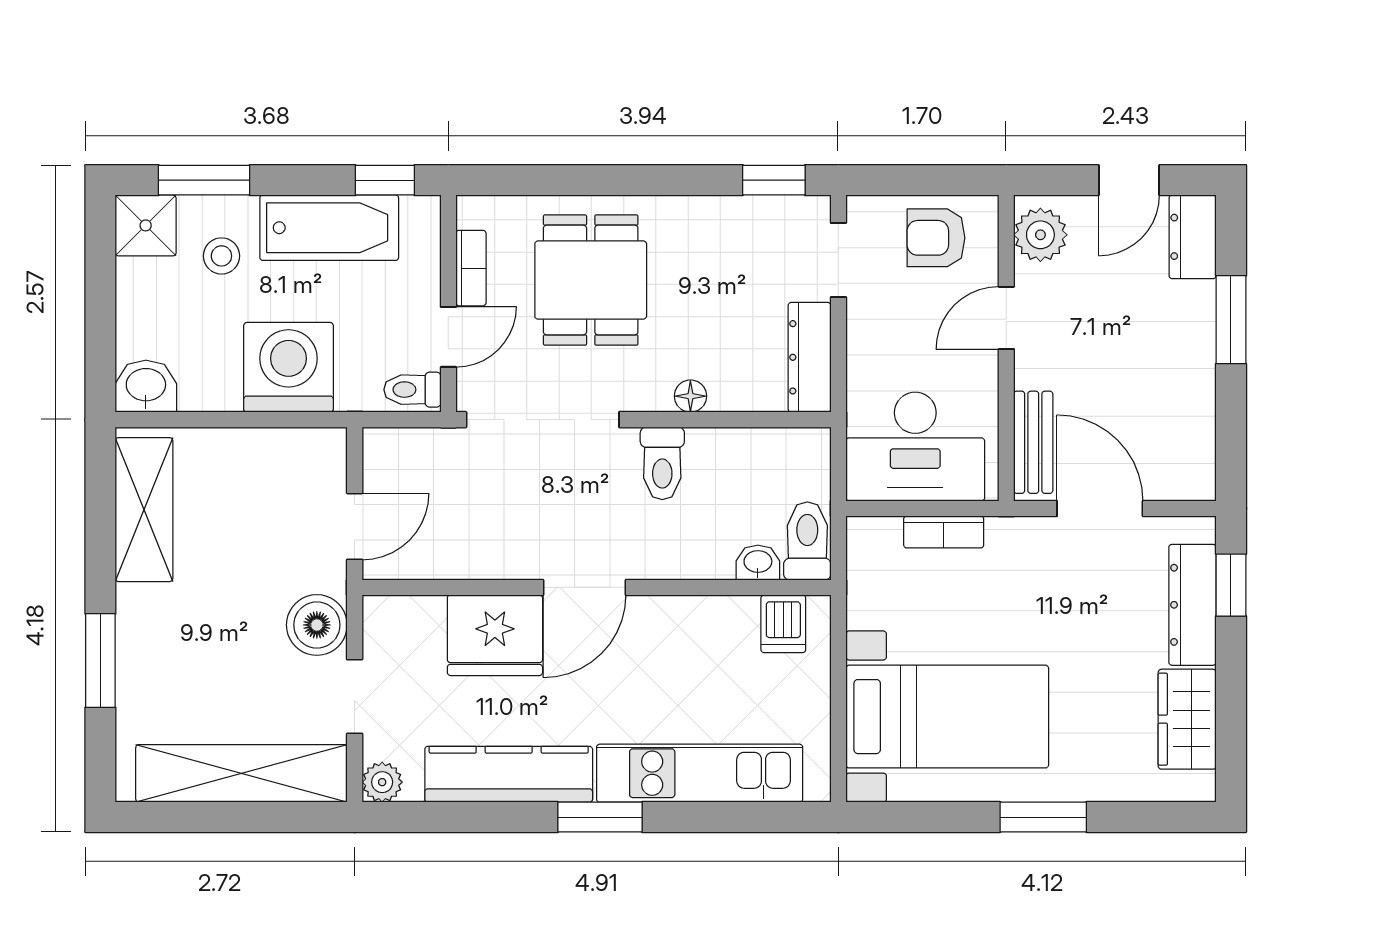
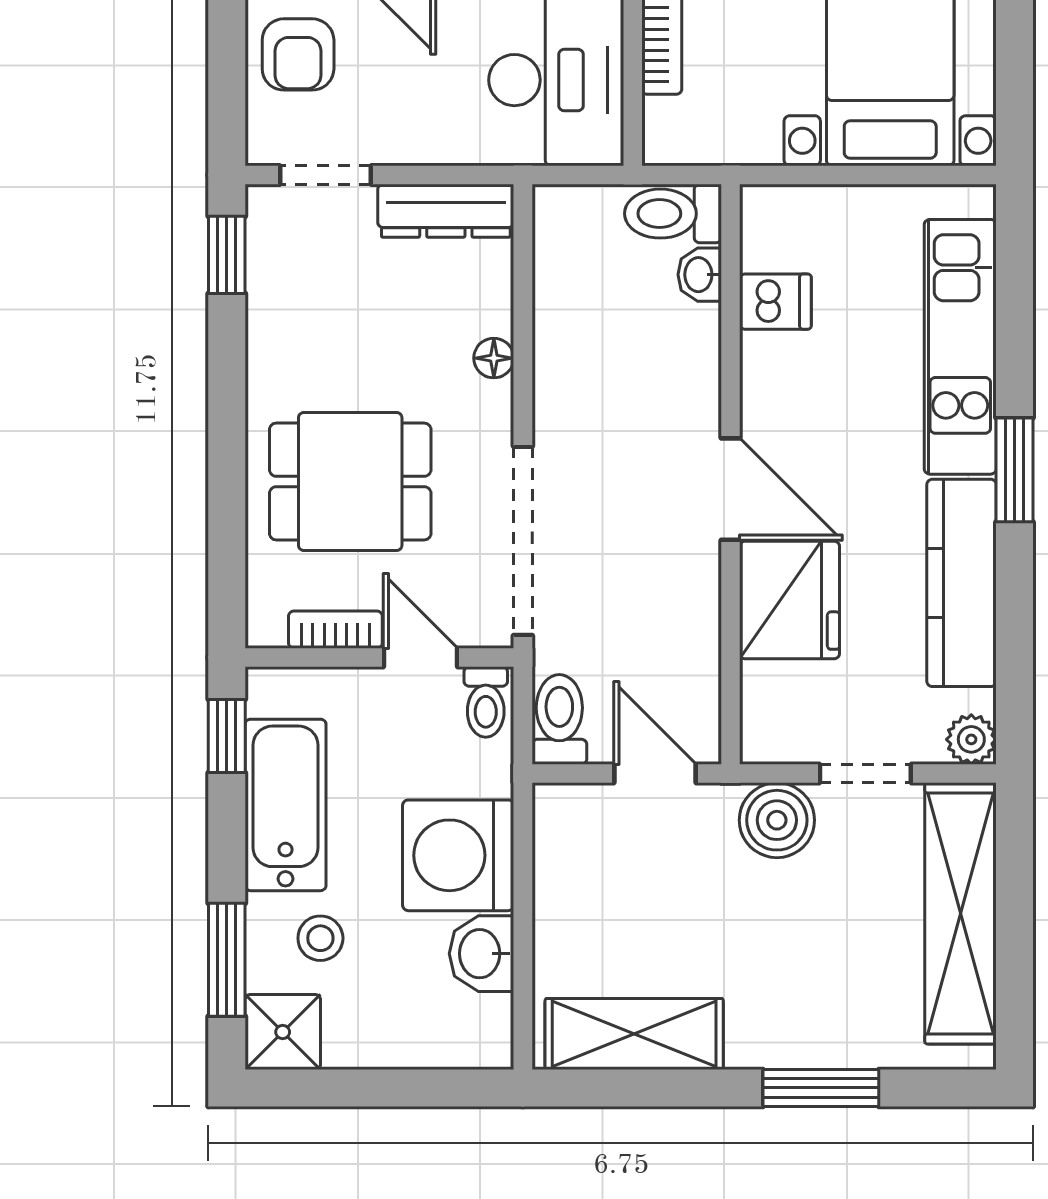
washbasin: (146, 386) -> (482, 954), moved
toilet: (662, 463) -> (559, 719), moved, turned -90
dishwasher: (783, 624) -> (775, 302), moved

